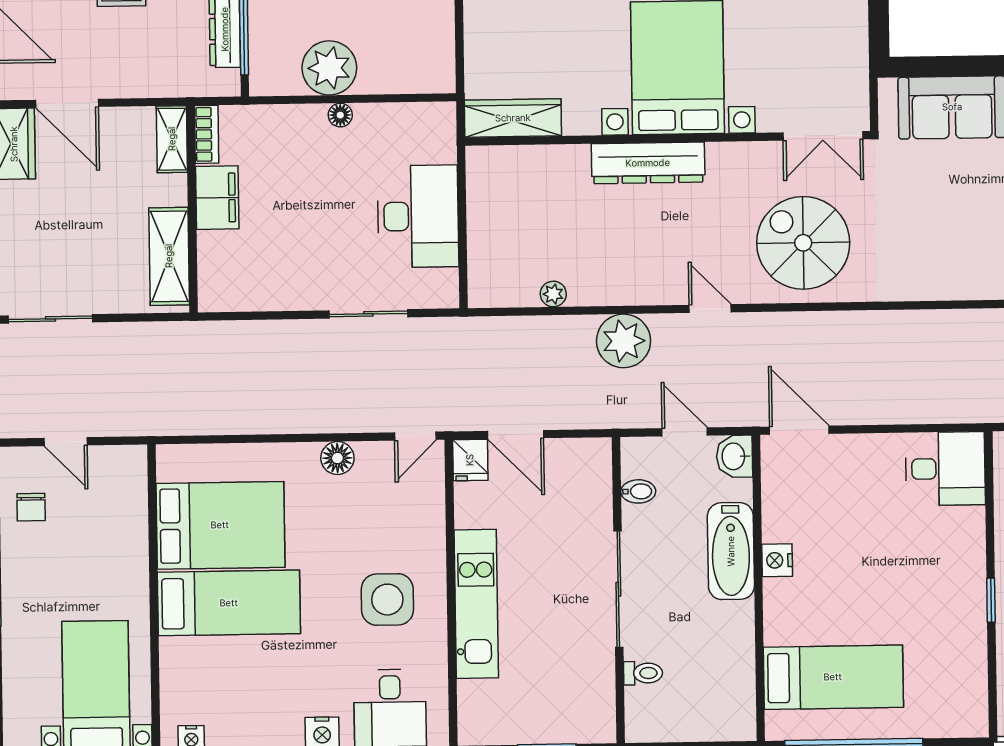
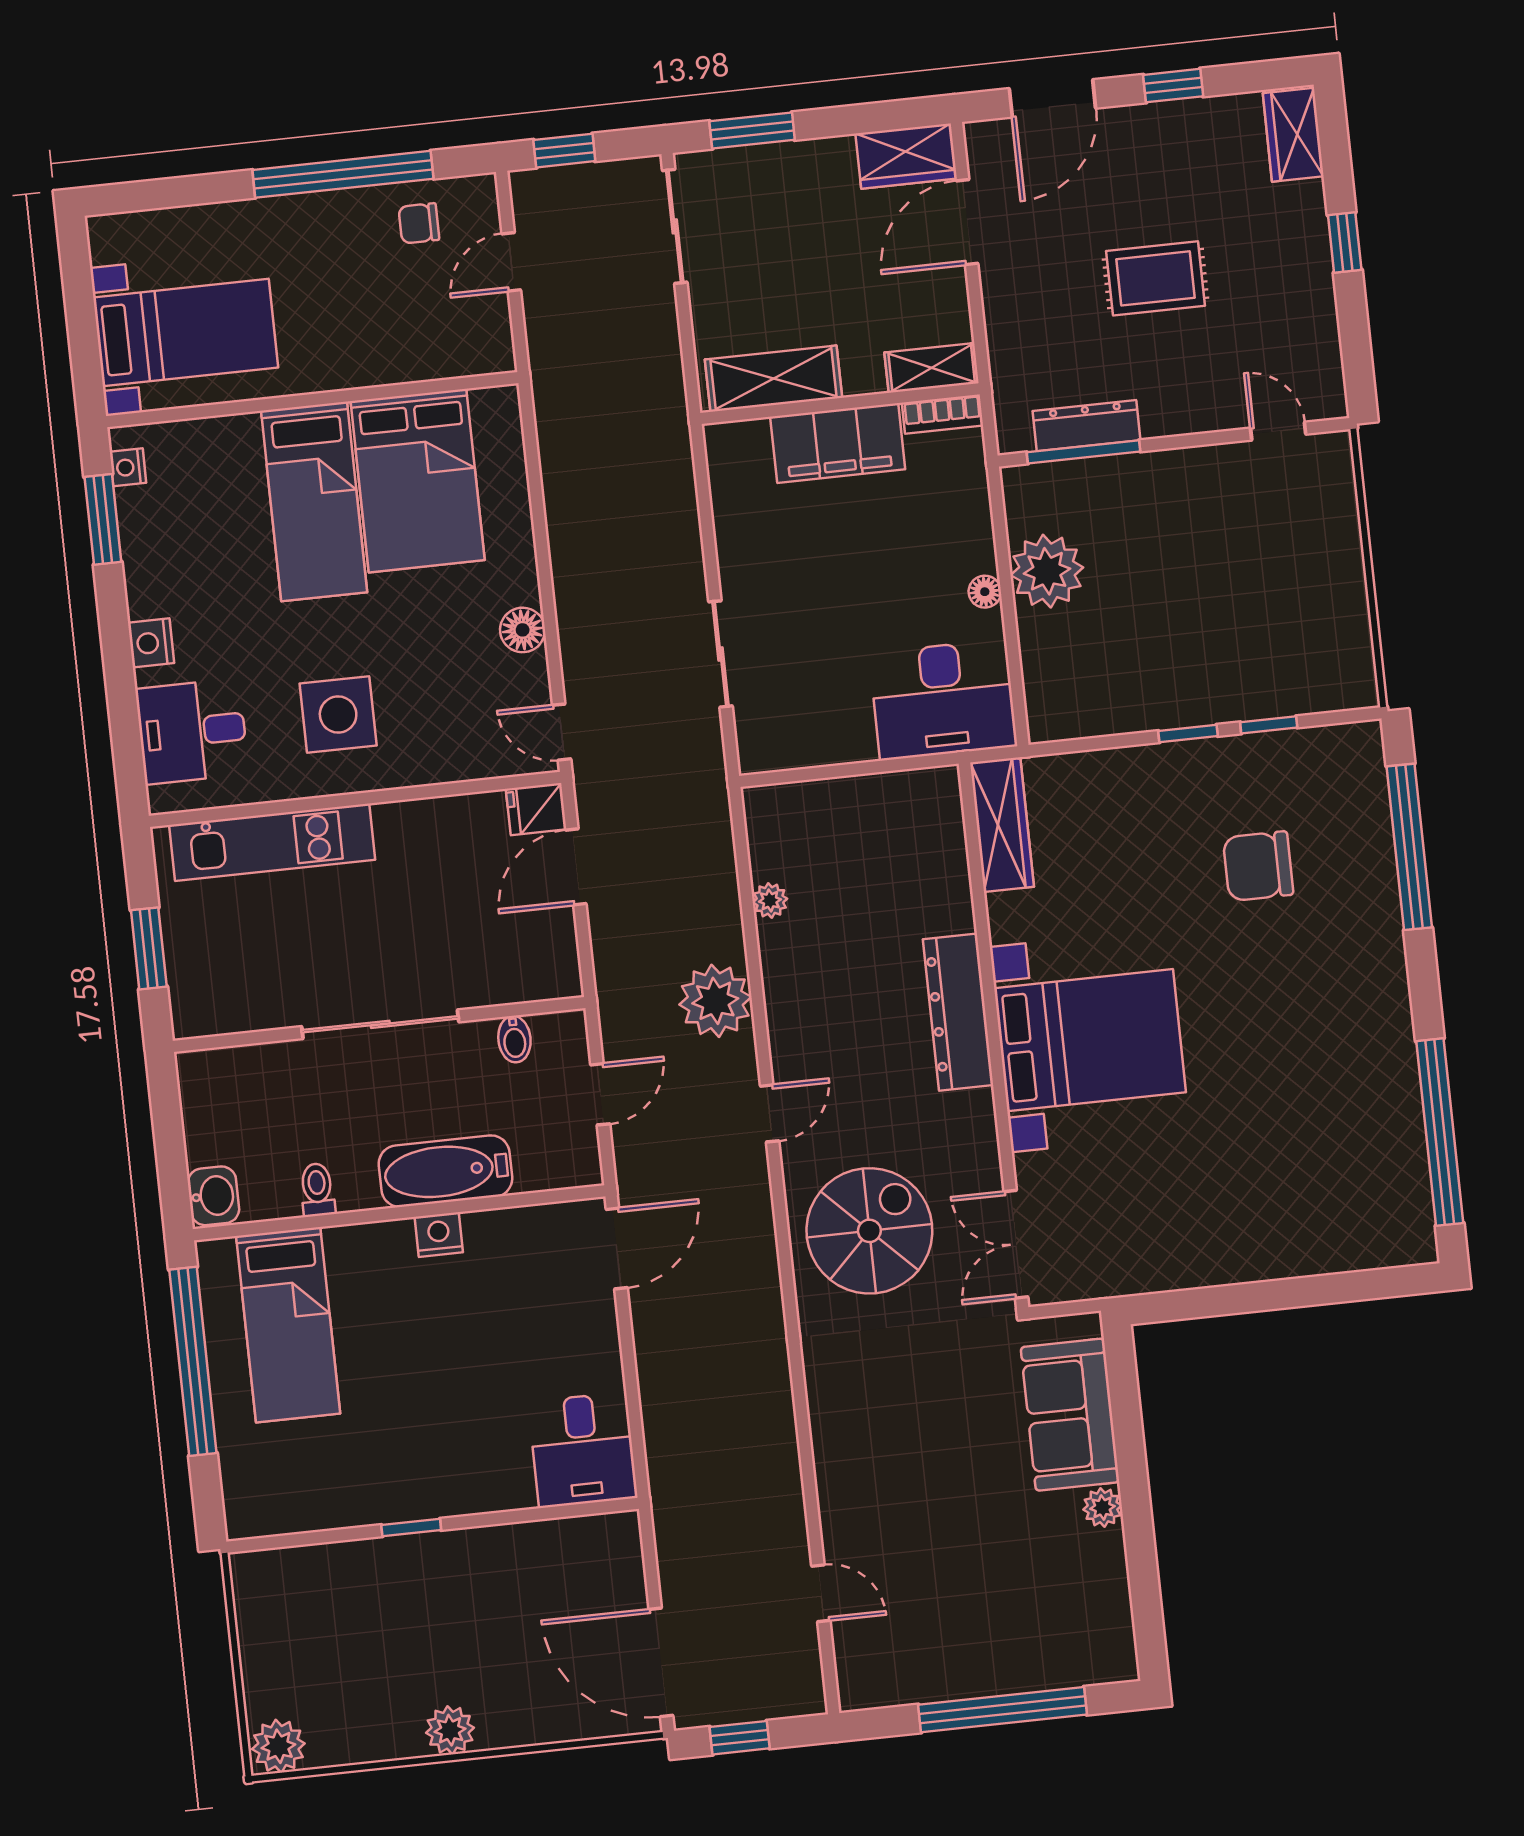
filing cabinet: (217, 198) -> (838, 443), width x1.50, depth x1.17
desk: (418, 216) -> (943, 700), moved
washbasin: (734, 456) -> (213, 1196), moved, turned 90
kitchen unit: (476, 604) -> (272, 842), moved
toilet: (643, 673) -> (317, 1190), moved, turned 180

